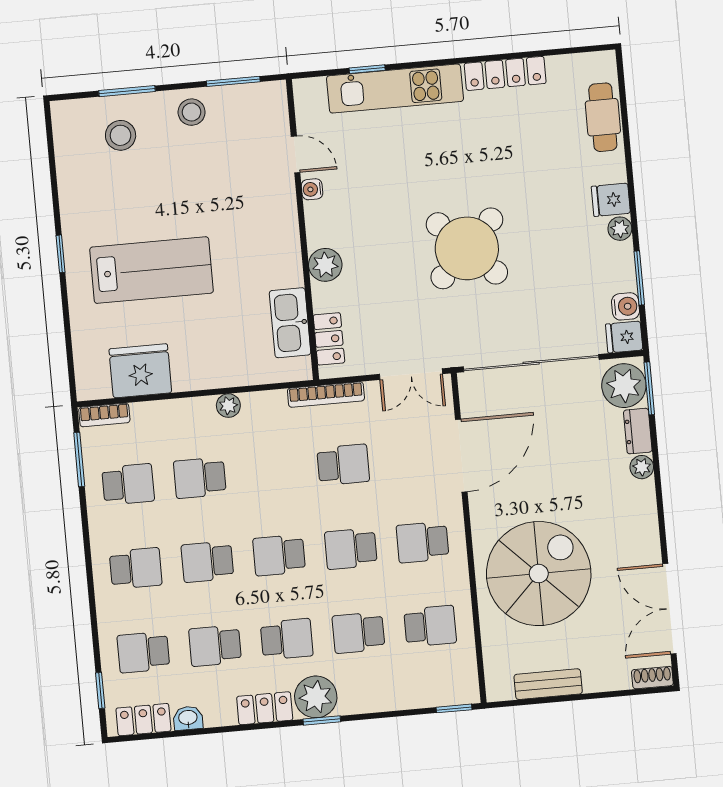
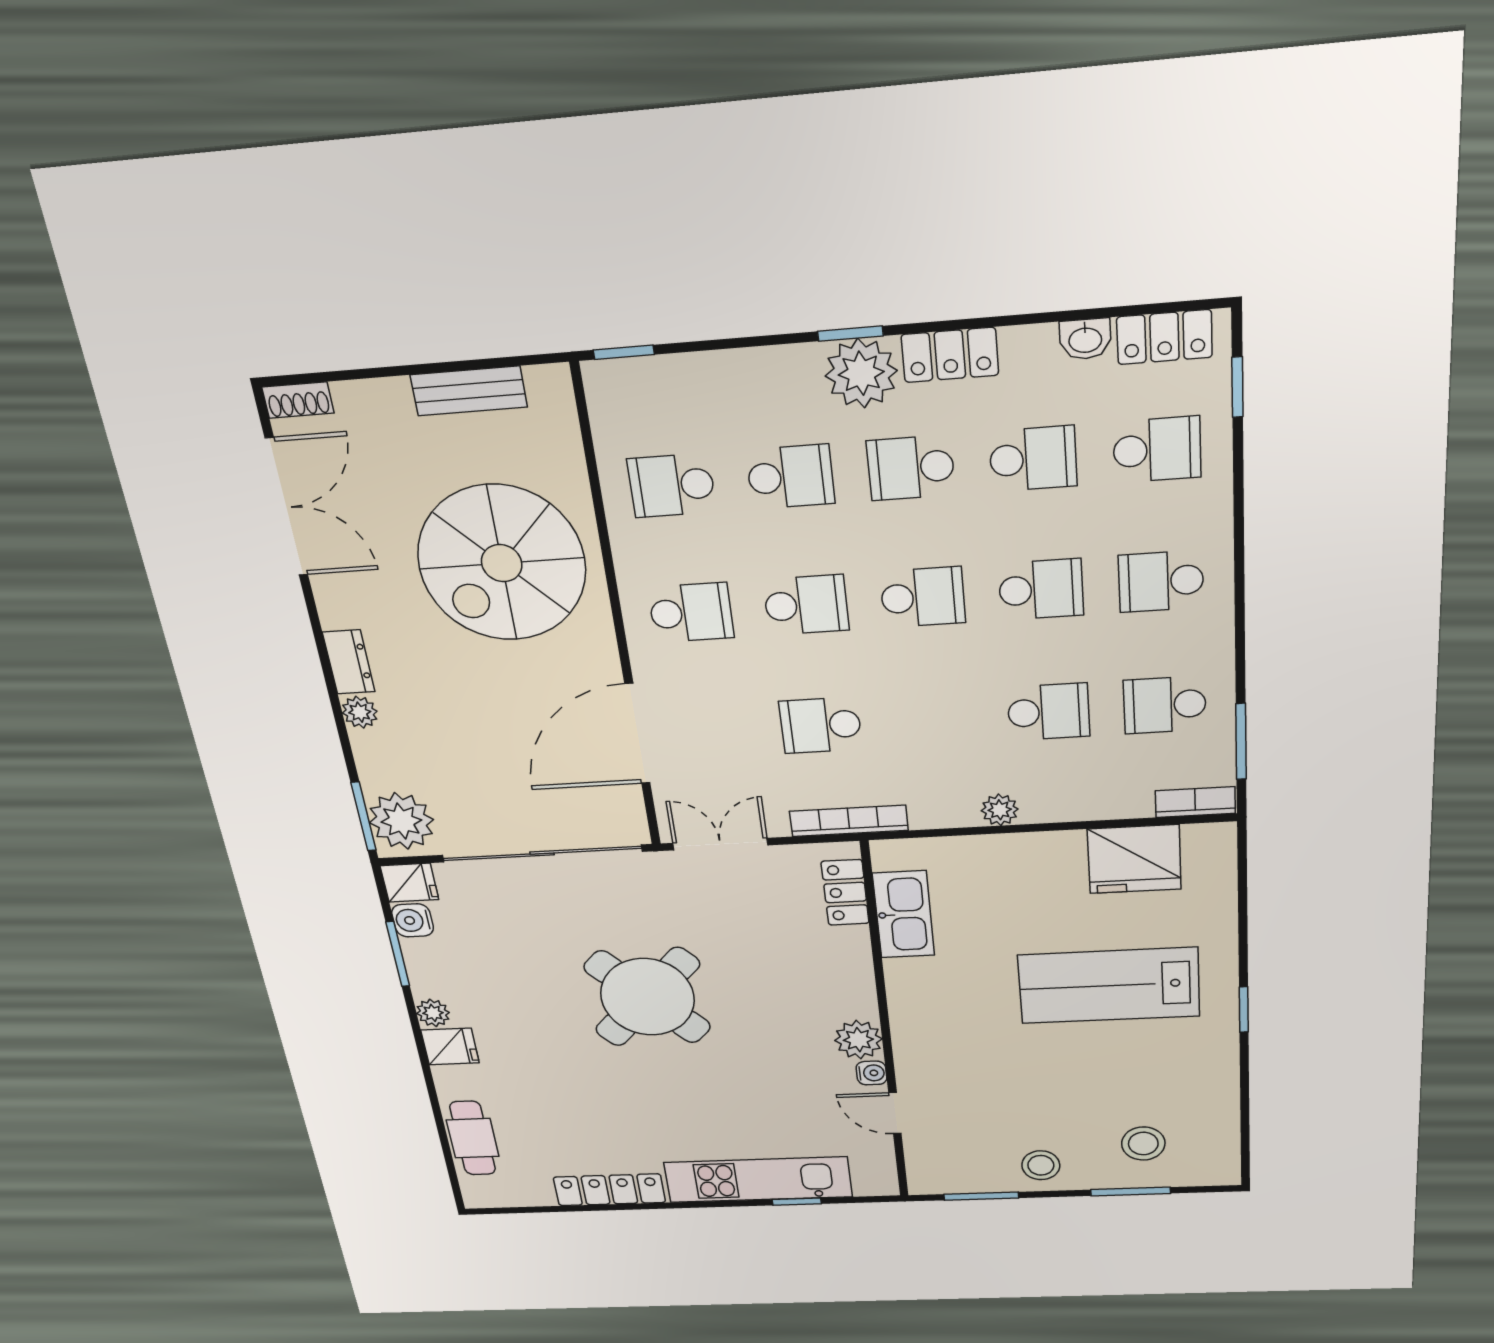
plant: (325, 265) -> (858, 1040), moved
dresser: (638, 431) -> (349, 662), moved

